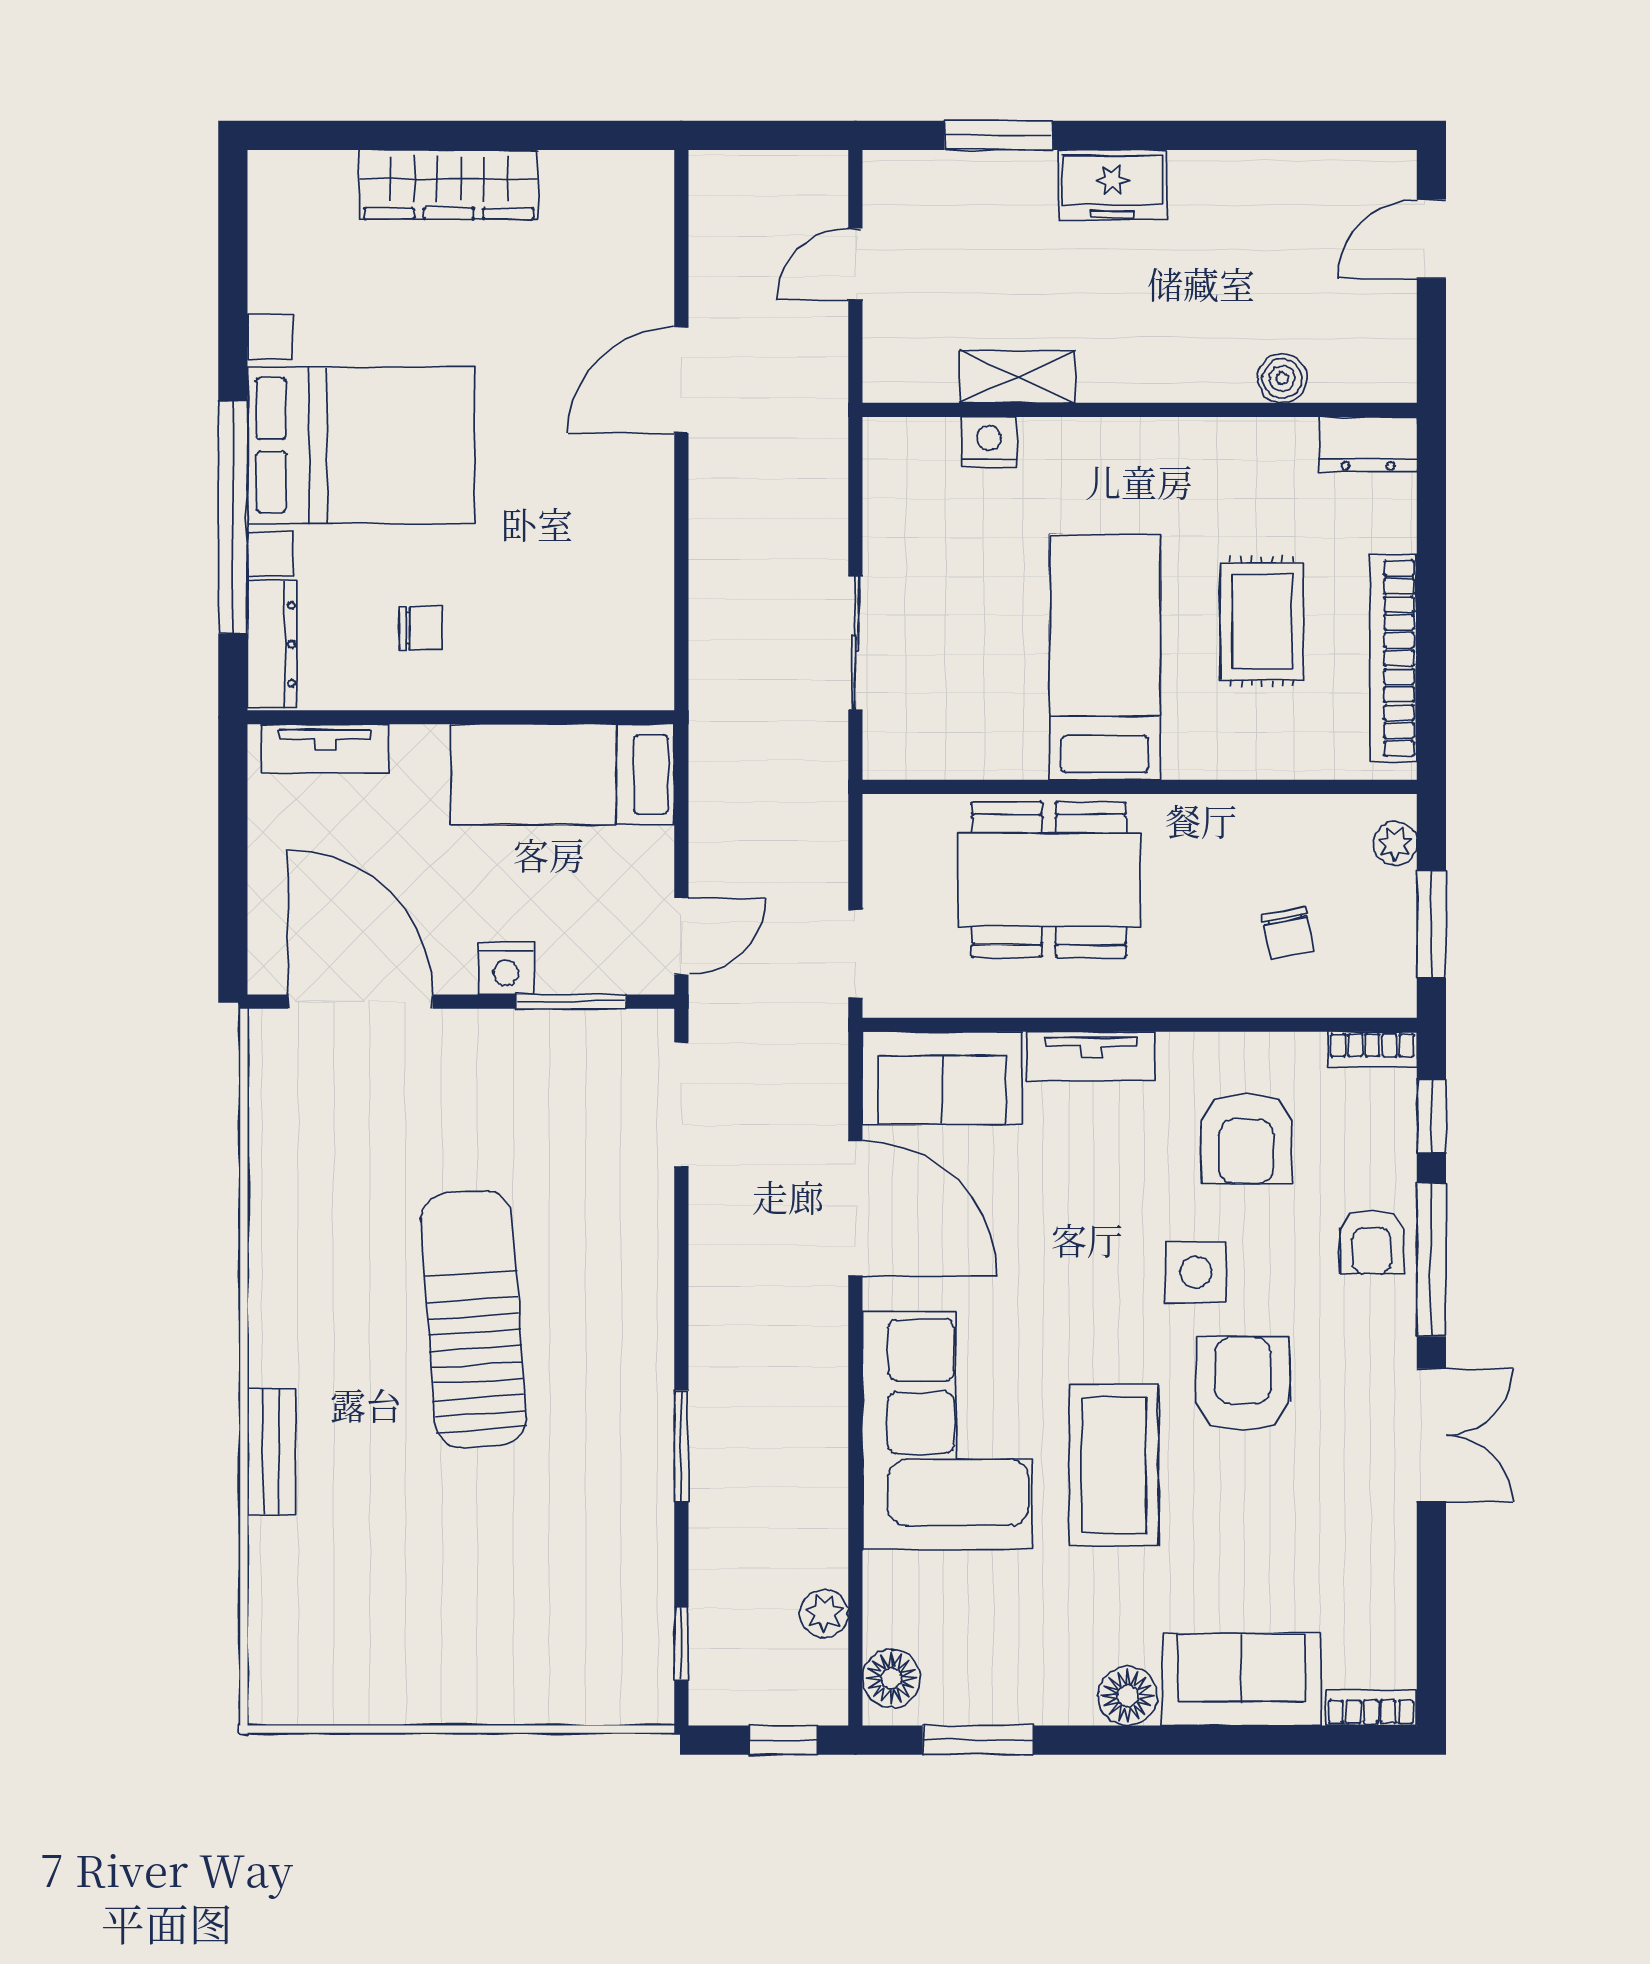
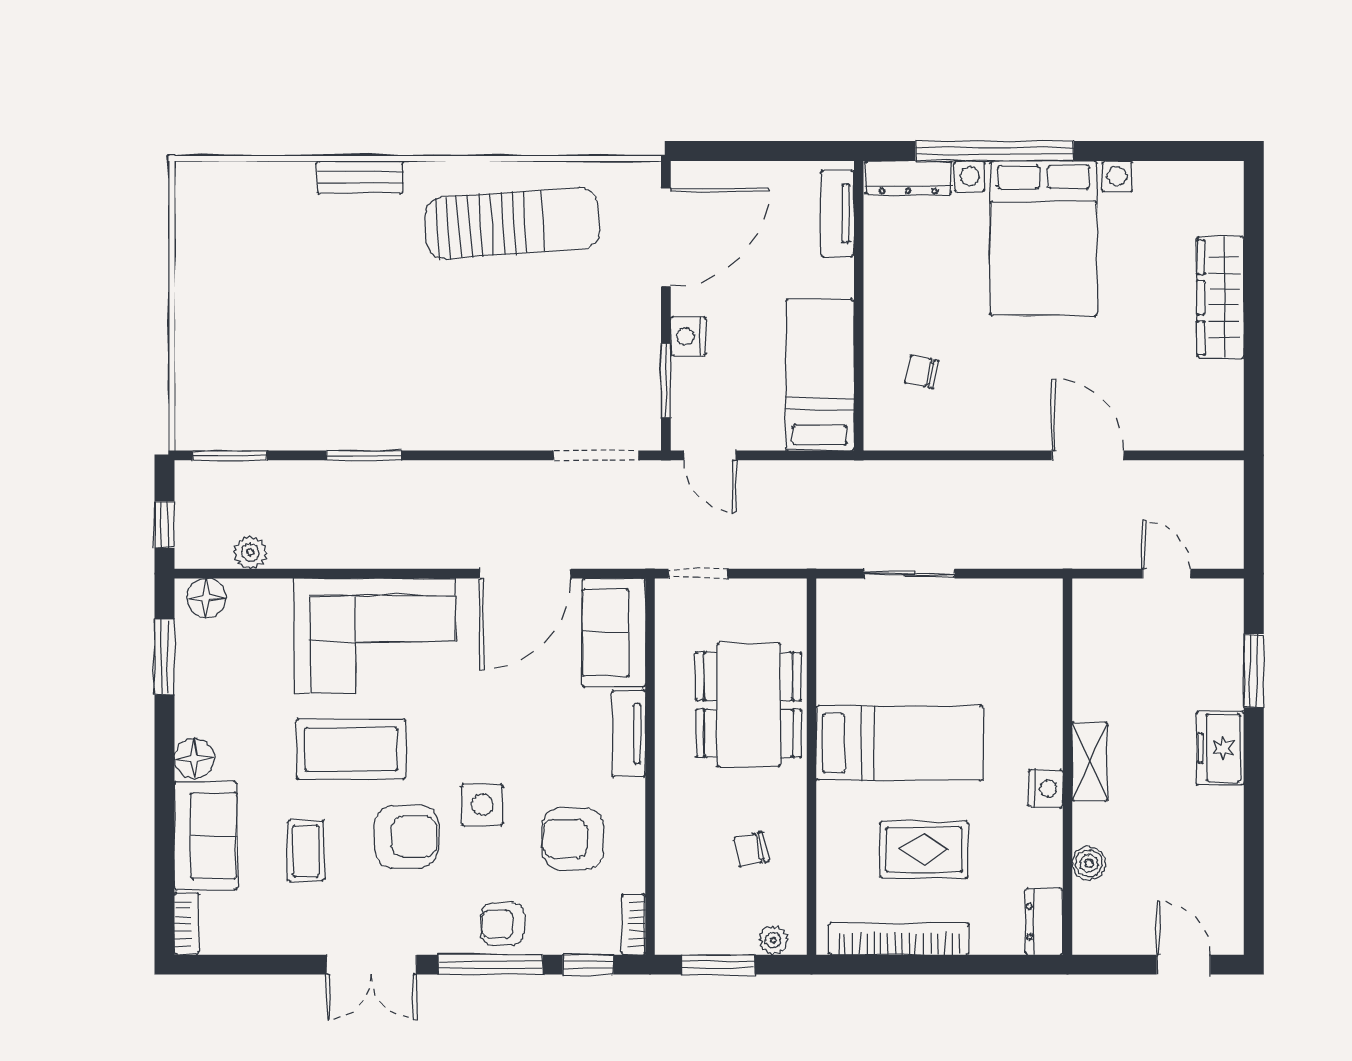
shelving: (1017, 377) -> (1090, 762), moved
nightstand: (989, 442) -> (1046, 788), moved
chair: (421, 628) -> (922, 372), moved, turned 102
chair: (1288, 933) -> (751, 850), moved
sun lounger: (473, 1319) -> (512, 223), moved
coffee table: (1264, 1532) -> (306, 851), added
window: (681, 1644) -> (230, 455), width x1.50

